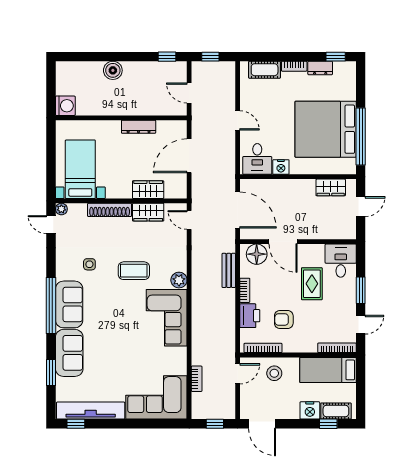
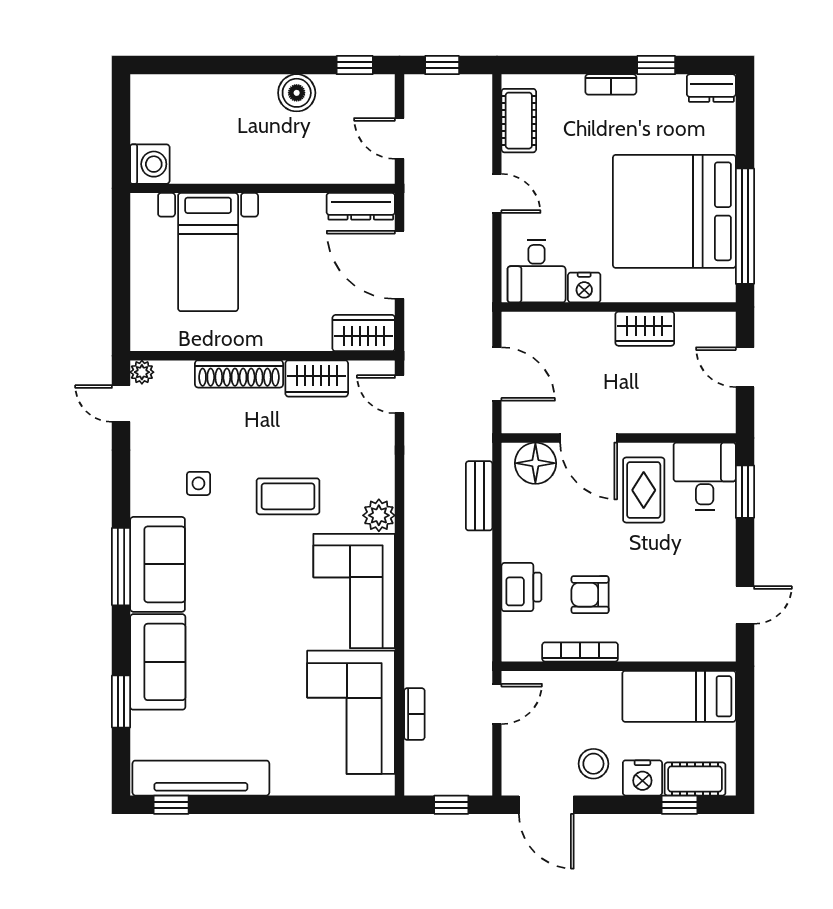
window: (336, 57) -> (656, 65), moved
dresser: (320, 68) -> (711, 88), moved
boiler: (113, 70) -> (297, 93), moved
cot: (265, 70) -> (519, 121), moved, turned 90
dresser: (139, 127) -> (361, 206), moved
door: (189, 156) -> (400, 265), hinge flipped
bed with nightstands: (80, 169) -> (208, 252), moved, turned 180
wardrobe: (331, 187) -> (645, 329), moved
wardrobe: (148, 190) -> (364, 333), moved
door: (361, 207) -> (745, 367), swing flipped
door: (238, 210) -> (497, 374), width x0.73
rug: (312, 284) -> (644, 490), moved
bookcase: (245, 290) -> (511, 536), removed
window: (361, 290) -> (745, 492), moved
window: (51, 306) -> (121, 567), width x0.68
bookcase: (263, 348) -> (580, 652), moved
bookcase: (337, 348) -> (697, 652), removed
stool: (274, 373) -> (593, 764), moved
corner sofa: (156, 397) -> (351, 712), moved, turned -90

